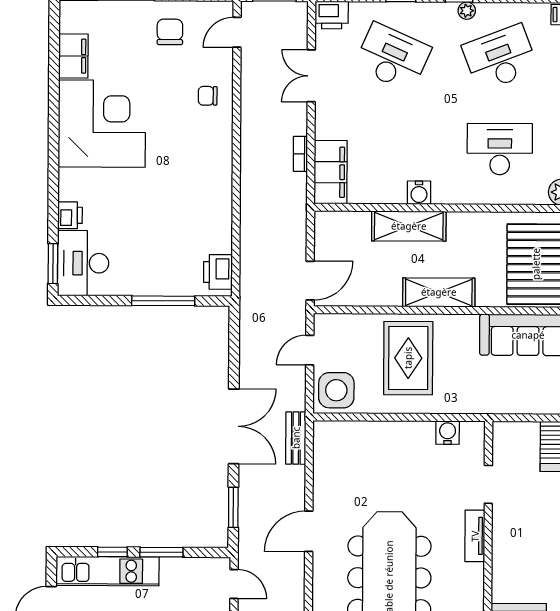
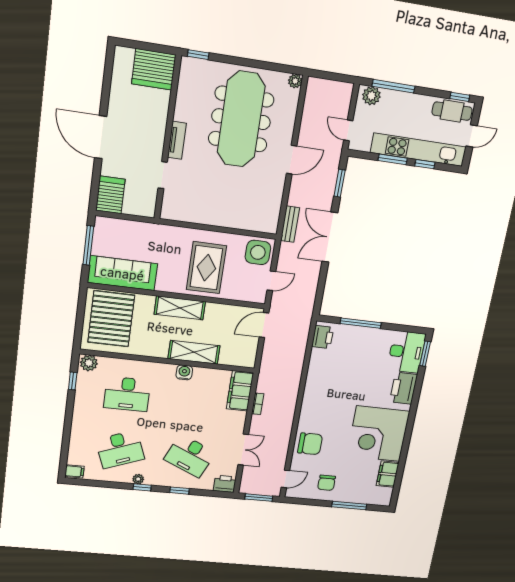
chair: (208, 96) -> (310, 444), width x1.87, depth x1.87
printer: (70, 215) -> (403, 388), width x1.87, depth x1.48
water cooler: (448, 433) -> (186, 214), removed
kitchen unit: (108, 571) -> (418, 150), width x1.36

